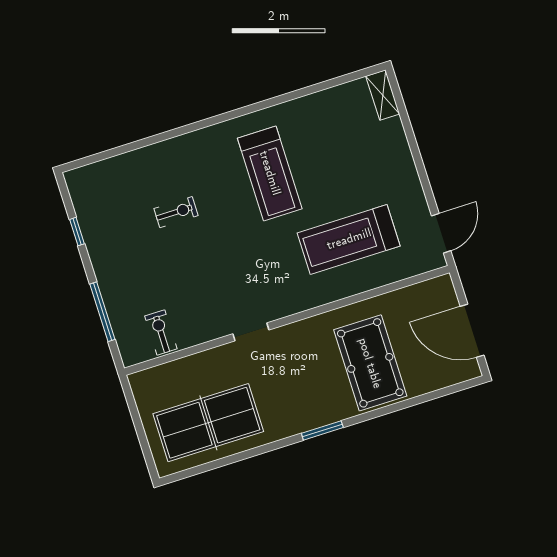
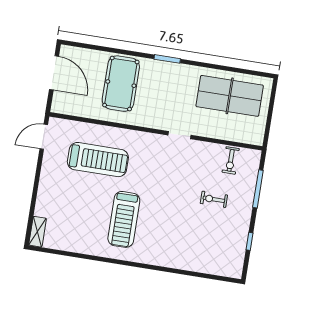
treadmill: (270, 173) -> (124, 219), turned 180
exercise bike: (176, 212) -> (214, 199), moved

